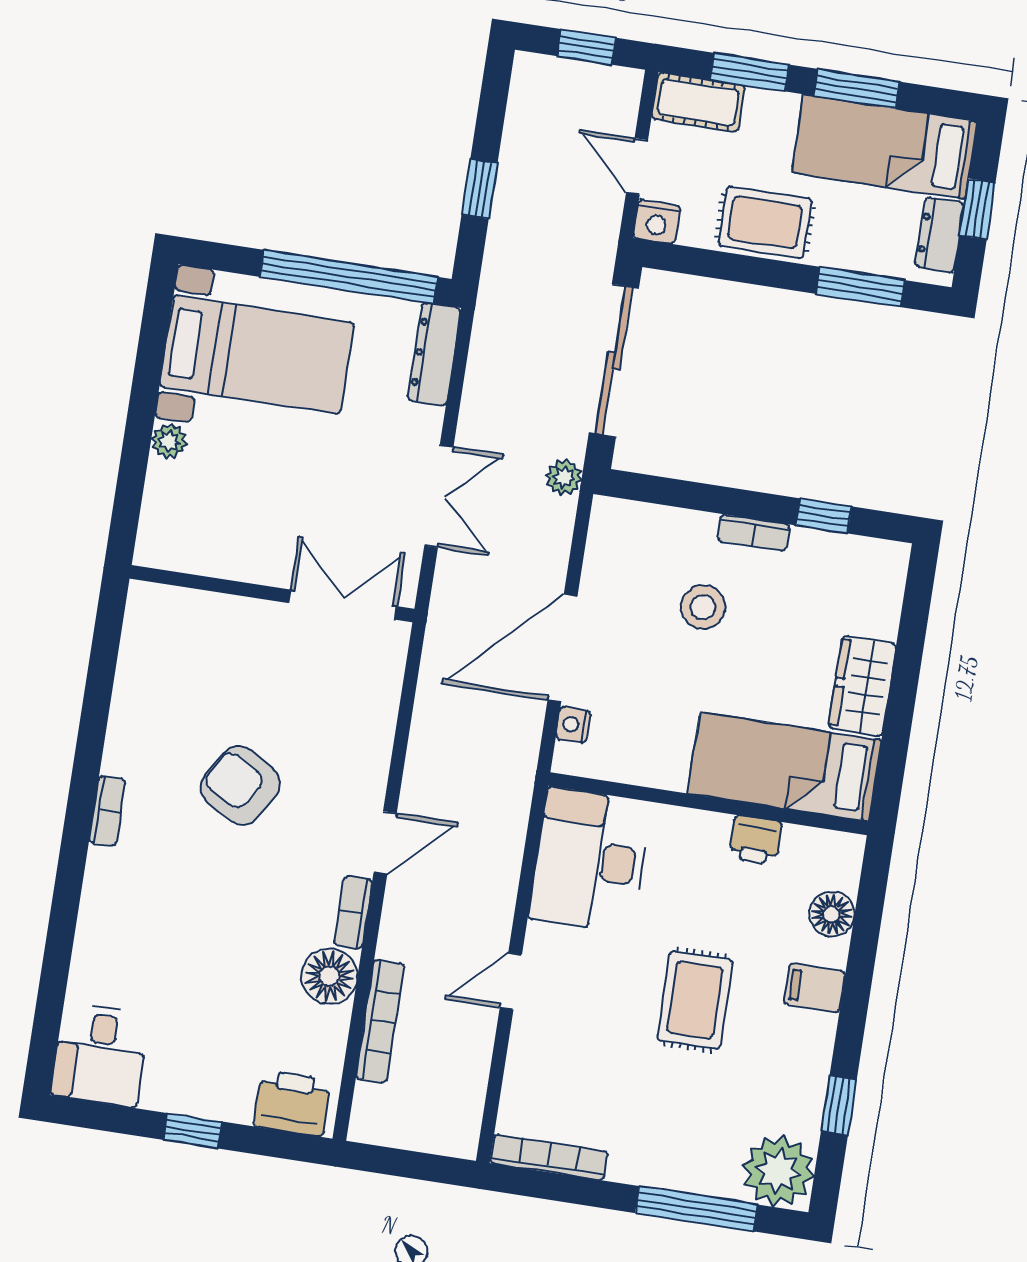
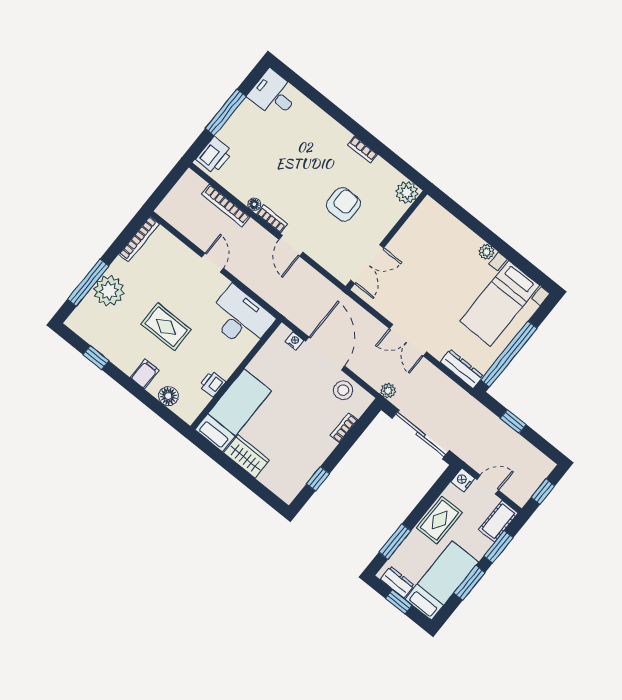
bookcase: (754, 533) -> (344, 428), moved
wall: (272, 594) -> (386, 240), moved
double door: (343, 605) -> (367, 264), moved
stool: (703, 607) -> (343, 390), moved
plant: (142, 671) -> (407, 192), added
armchair: (240, 785) -> (343, 204), turned -31
floor lamp: (329, 976) -> (254, 204), width x0.53, depth x0.53
window: (192, 1131) -> (226, 112), width x2.17
plant: (778, 1171) -> (109, 291), moved

